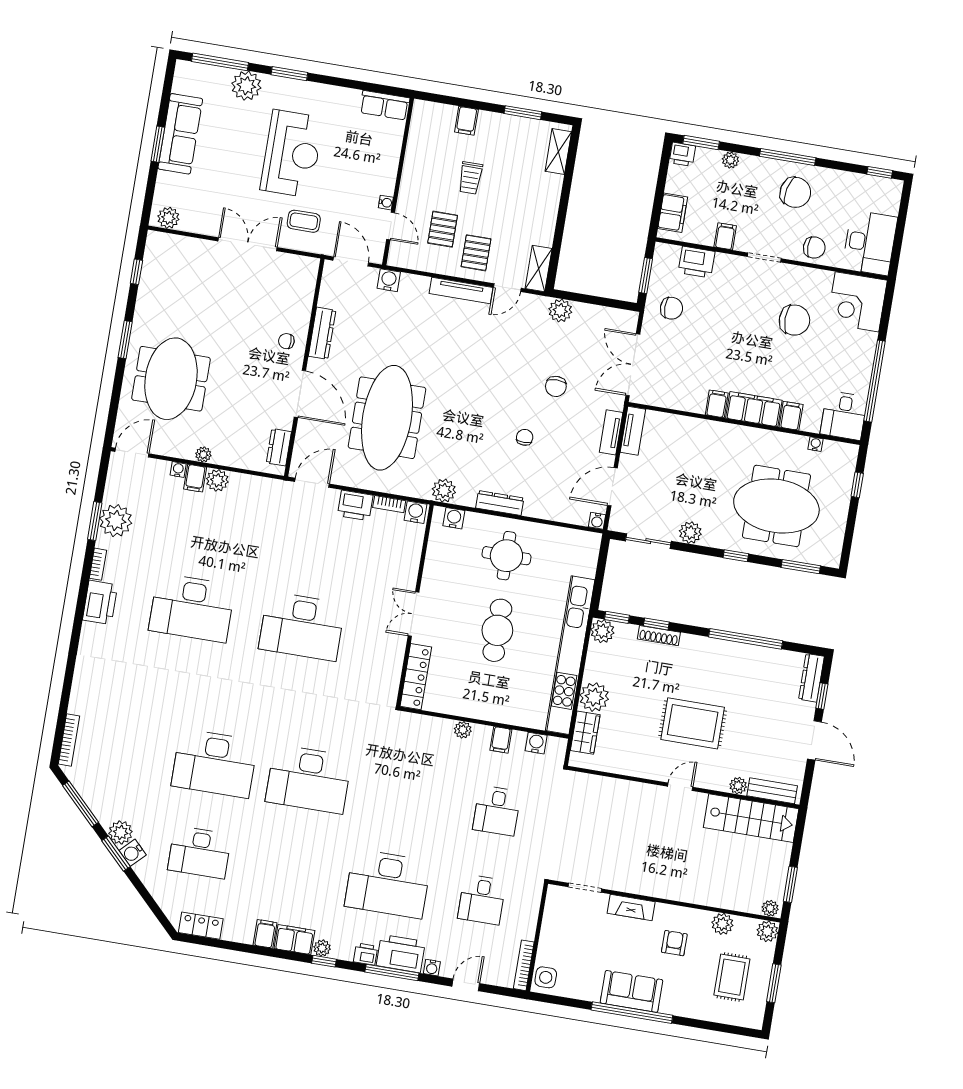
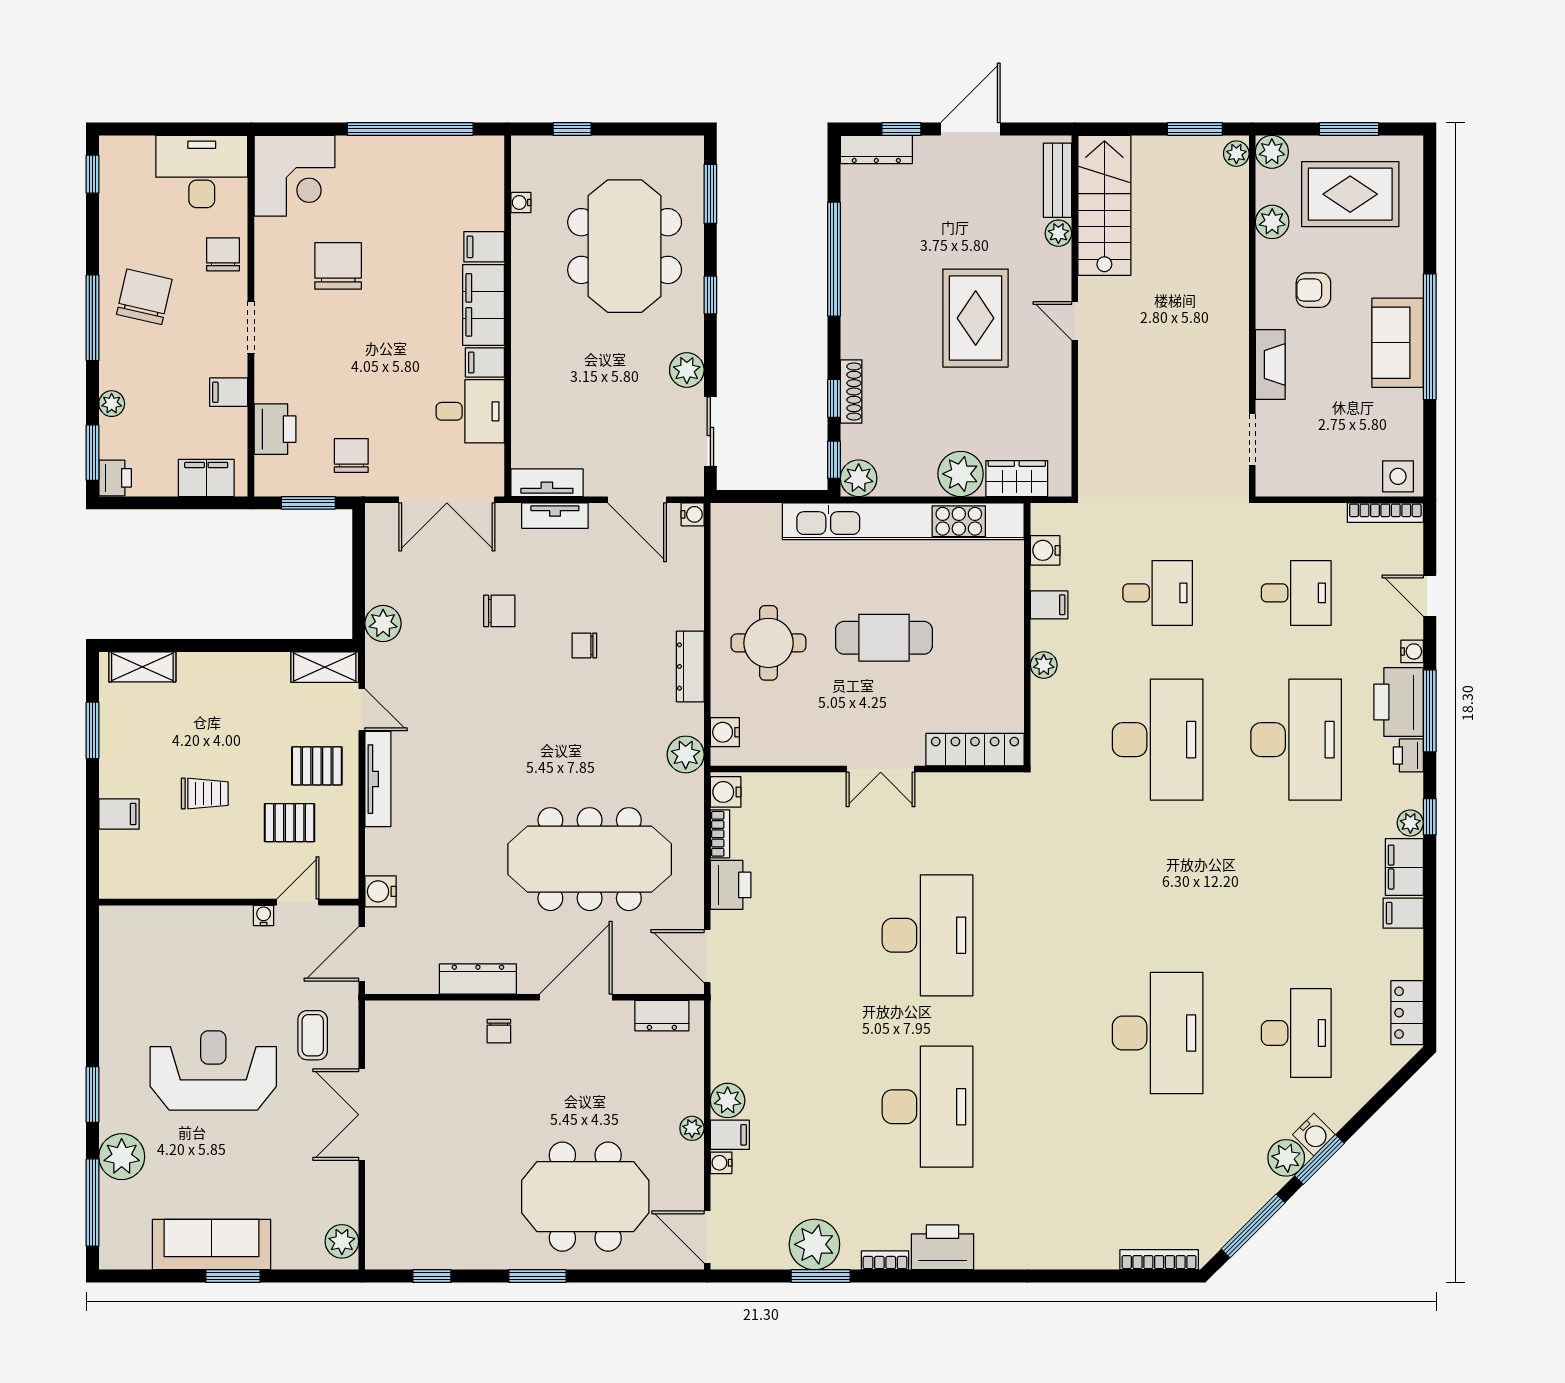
row of seats: (385, 105) -> (116, 942), removed
desk: (844, 415) -> (470, 411), moved
desk: (309, 779) -> (1158, 740), moved
rug: (732, 977) -> (1350, 194), width x1.36, depth x1.43

